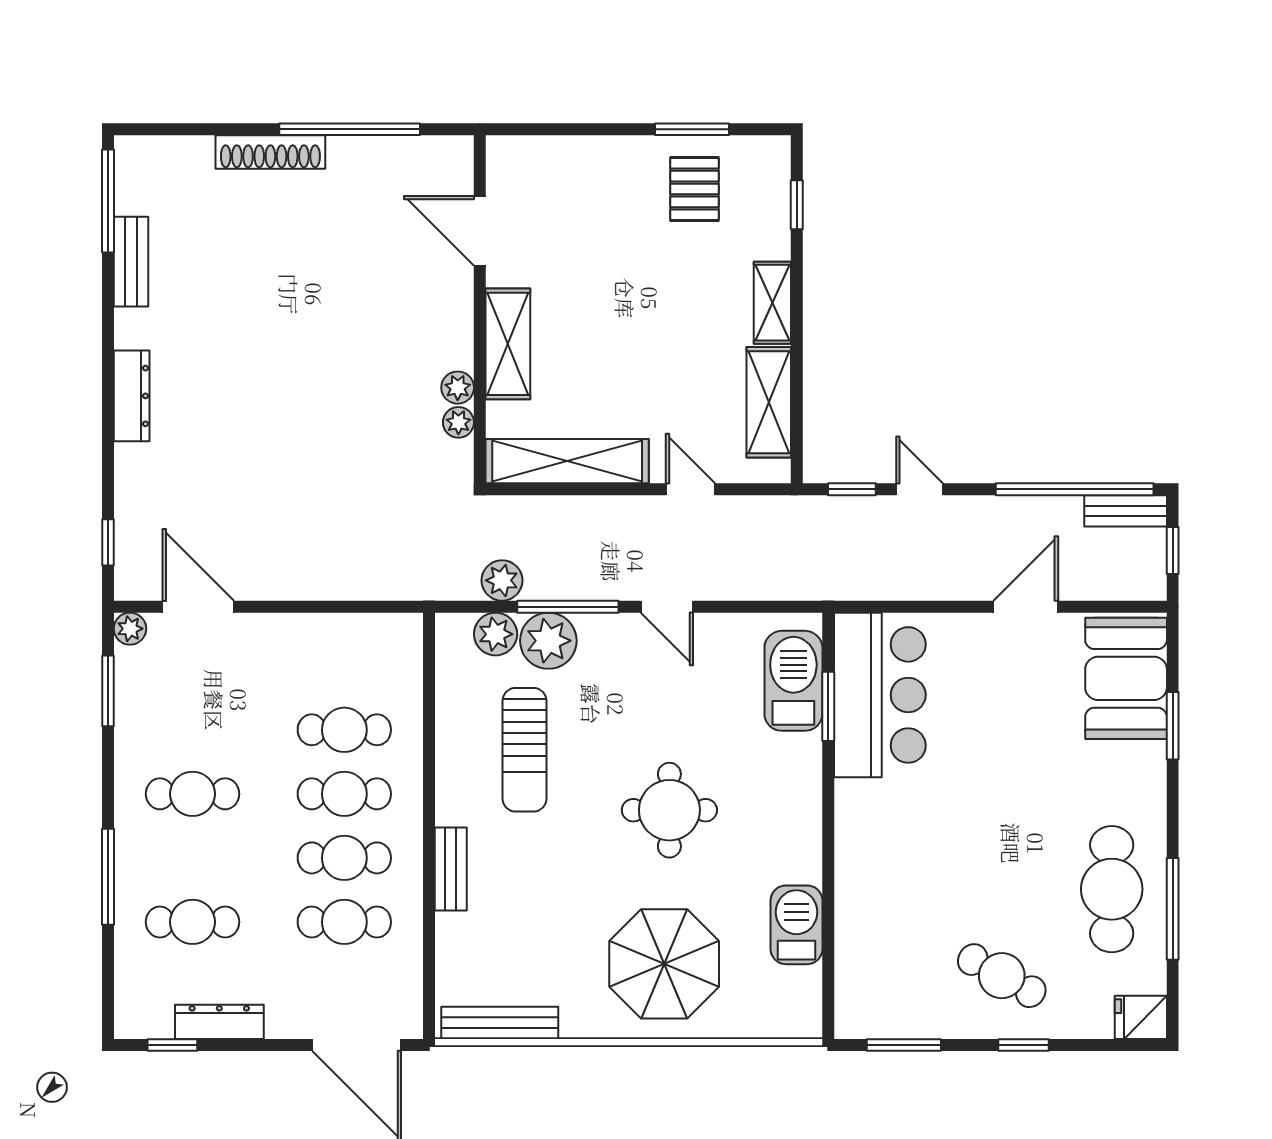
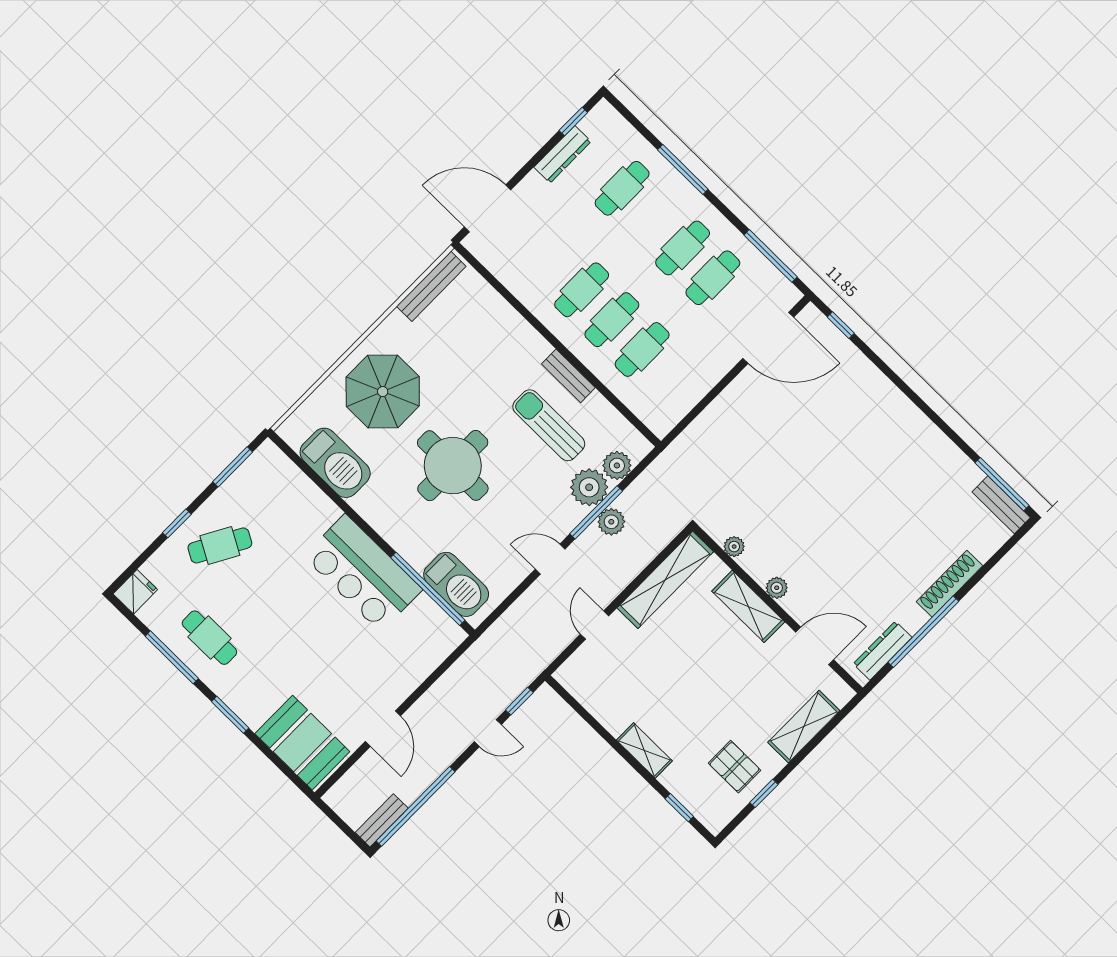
window: (692, 129) -> (764, 793), width x0.67
bench: (131, 262) -> (1001, 505), moved
plant: (458, 388) -> (777, 588), moved
dresser: (132, 396) -> (883, 651), moved, turned 90
shelving: (769, 402) -> (804, 726), moved, turned 90
door: (690, 489) -> (595, 625), swing flipped
window: (1173, 550) -> (341, 824), removed
plant: (502, 580) -> (611, 522), moved
door: (198, 607) -> (768, 338), width x1.36
plant: (130, 629) -> (790, 295), removed
window: (108, 691) -> (771, 256), width x1.44
bar counter: (880, 695) -> (363, 573), moved
window: (828, 706) -> (428, 589), width x2.11
window: (1173, 726) -> (230, 715), moved
round table: (669, 810) -> (453, 466), width x1.36, depth x1.36
bench: (451, 869) -> (568, 376), moved
cafe table: (1112, 889) -> (209, 638), width x0.73, depth x0.74
cafe table: (344, 922) -> (713, 278), moved
barbecue: (796, 925) -> (335, 463), width x1.37, depth x1.21

